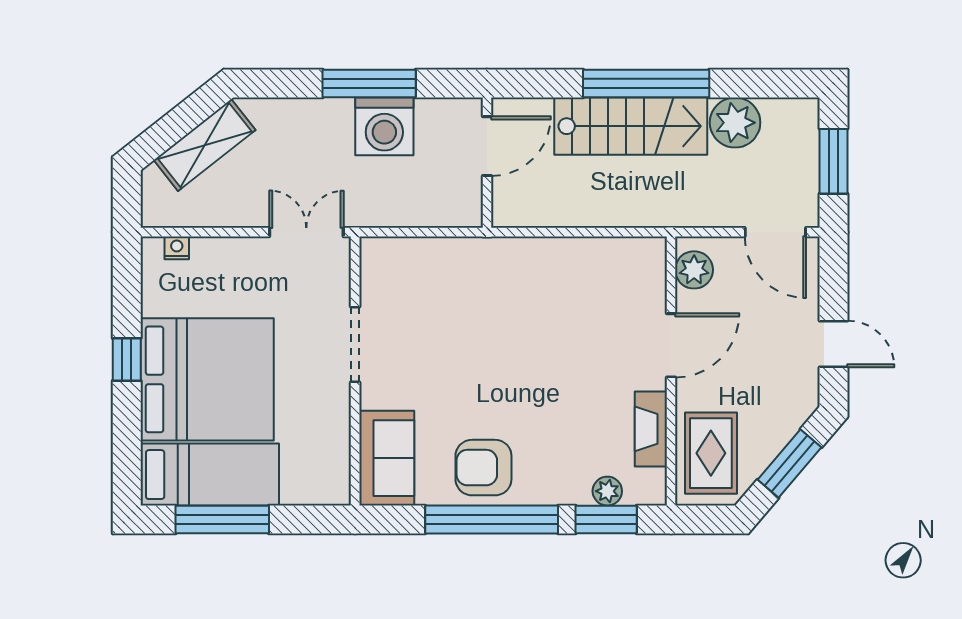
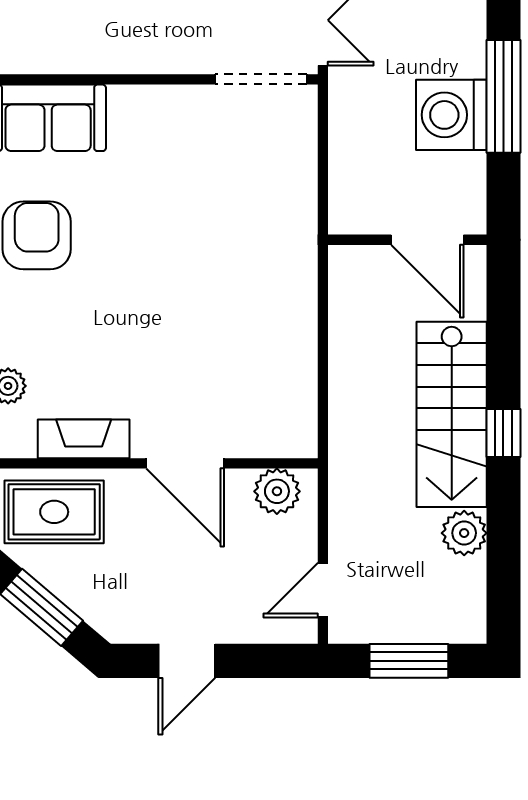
window: (646, 84) -> (503, 433), width x0.32
plant: (735, 123) -> (464, 533), width x0.73, depth x0.73
door: (775, 232) -> (323, 590), width x0.73
doorway: (355, 345) -> (261, 79), moved

